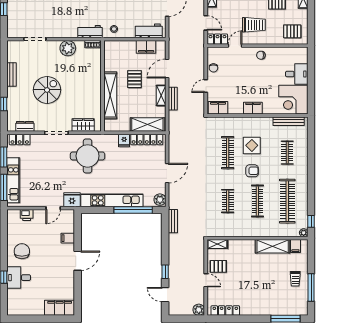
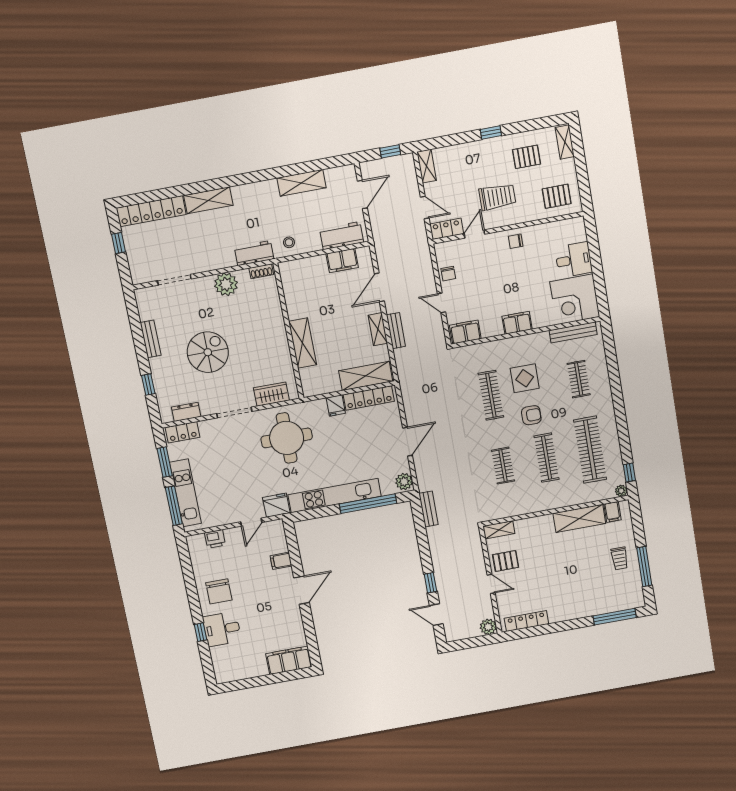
pallet: (134, 79) -> (334, 312), removed
door: (206, 86) -> (442, 303), hinge flipped
shelving: (110, 95) -> (303, 343), width x0.68
chair: (22, 251) -> (219, 591), turned 180

